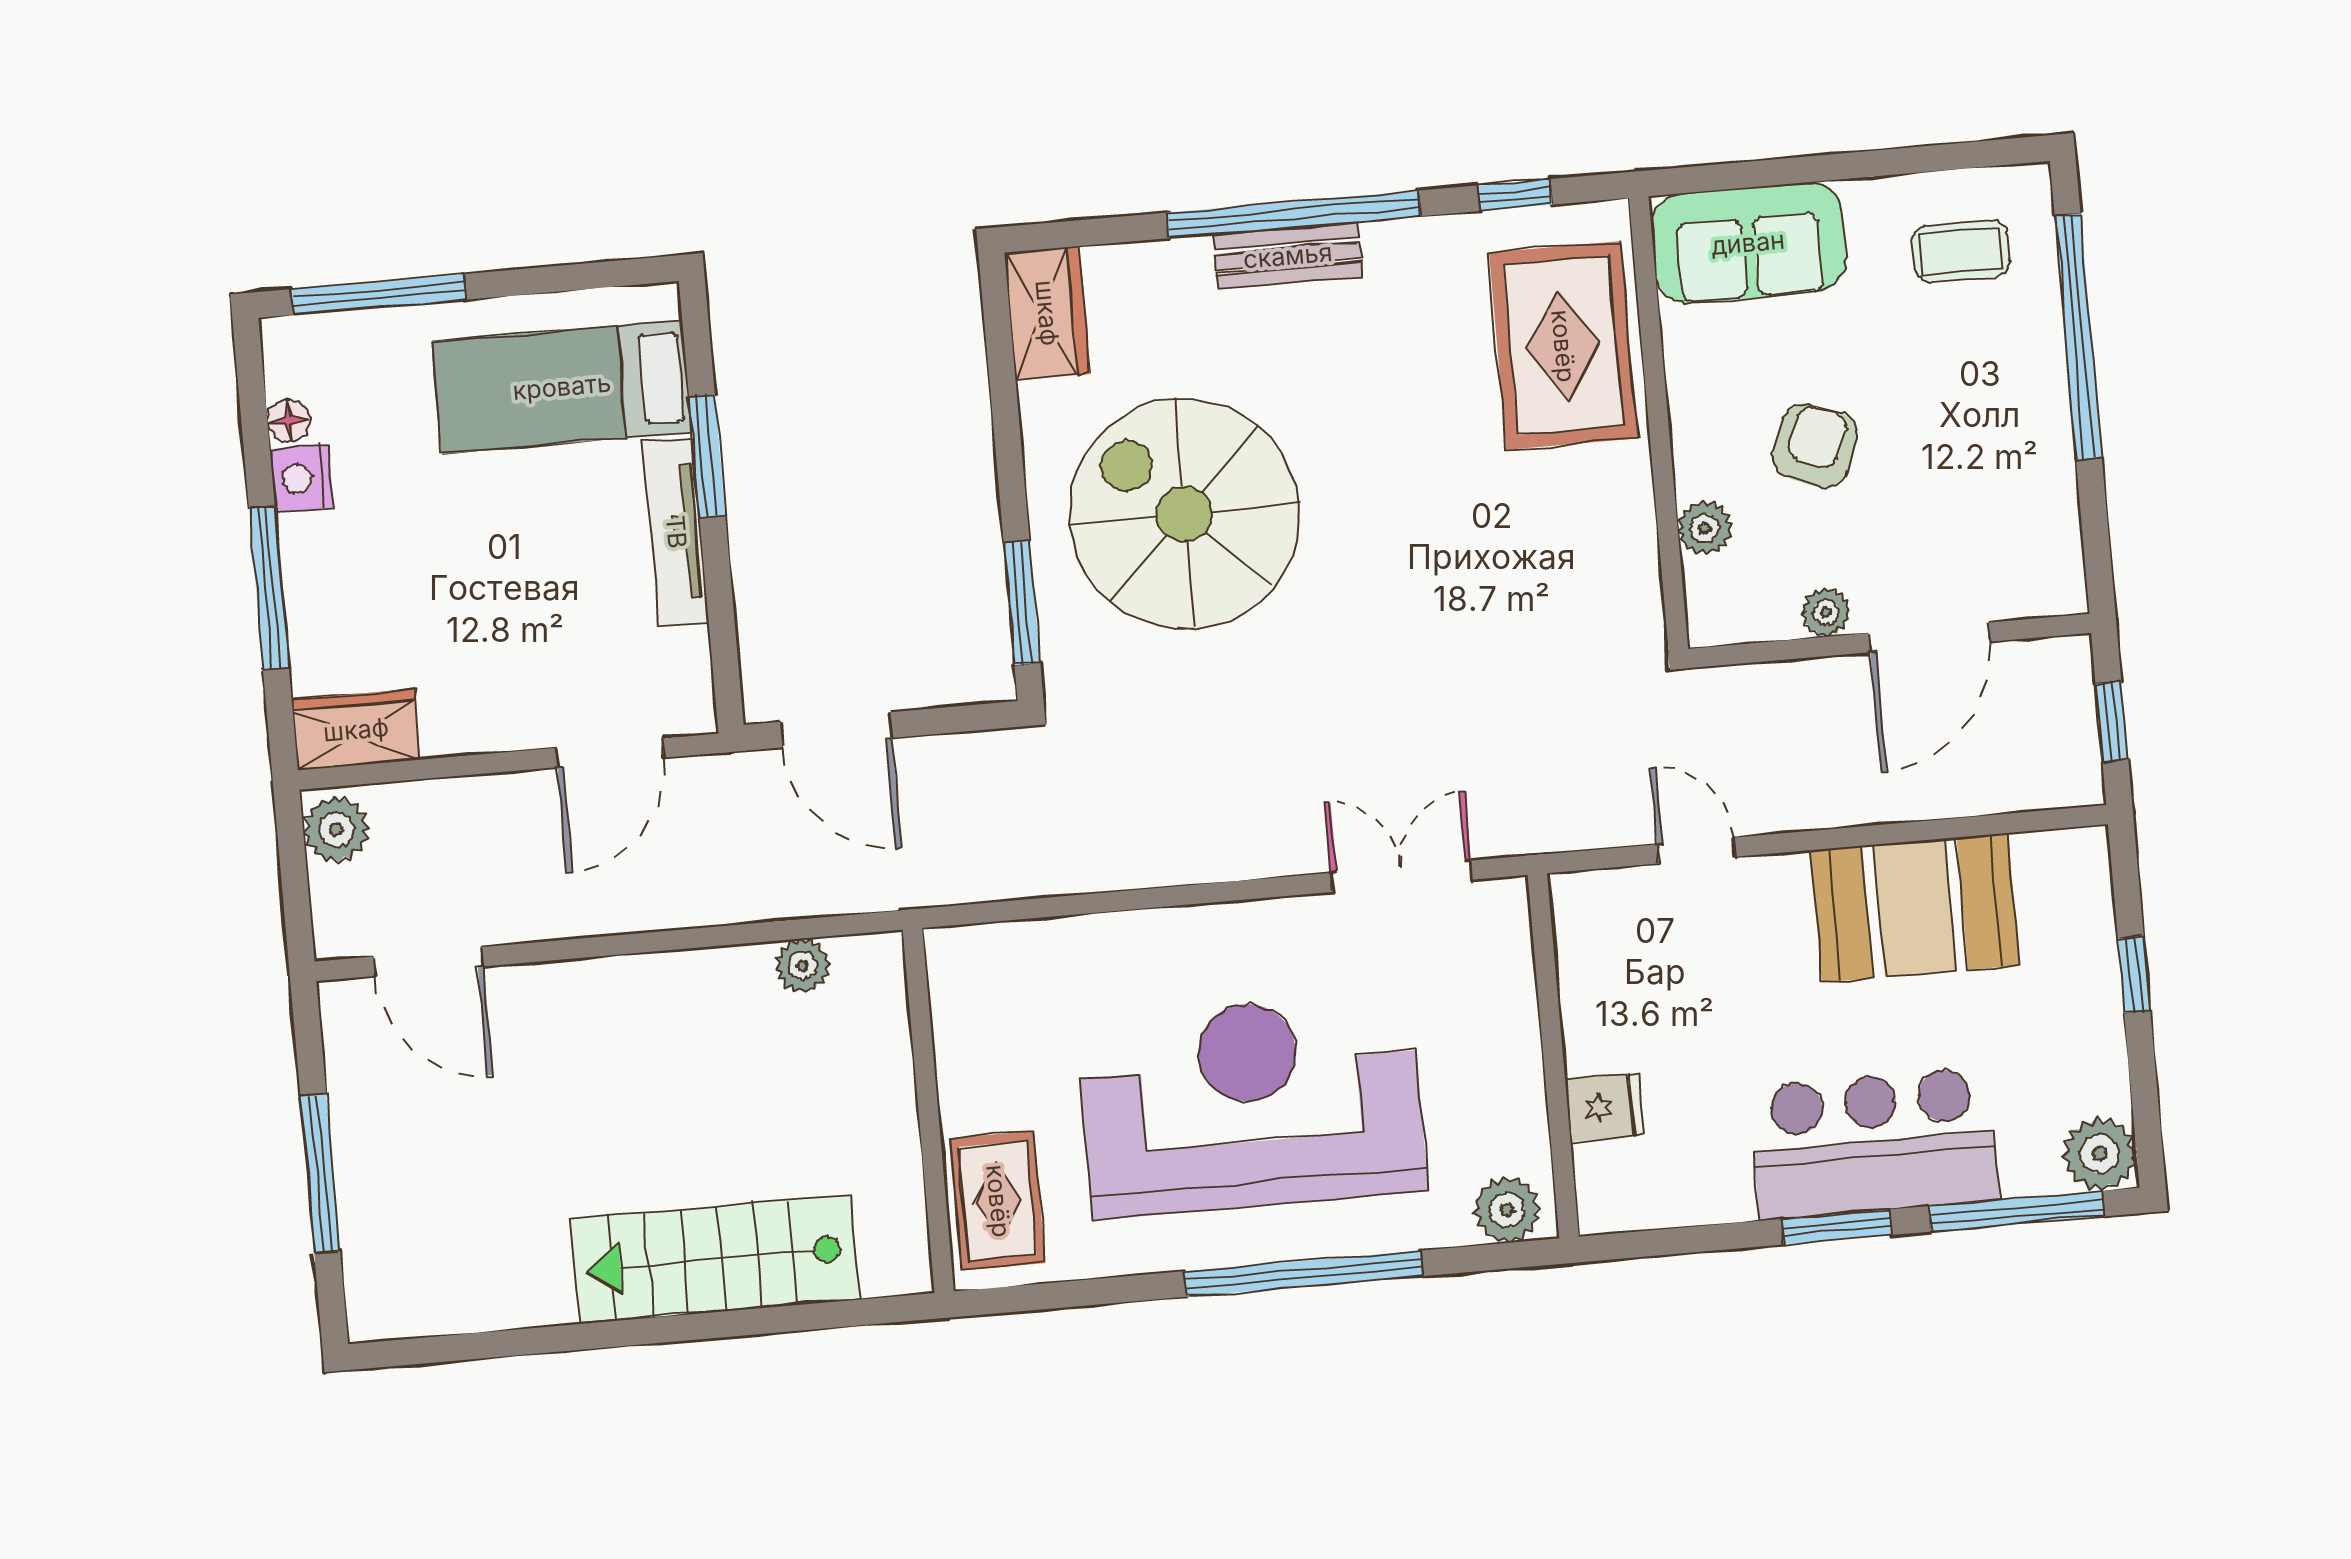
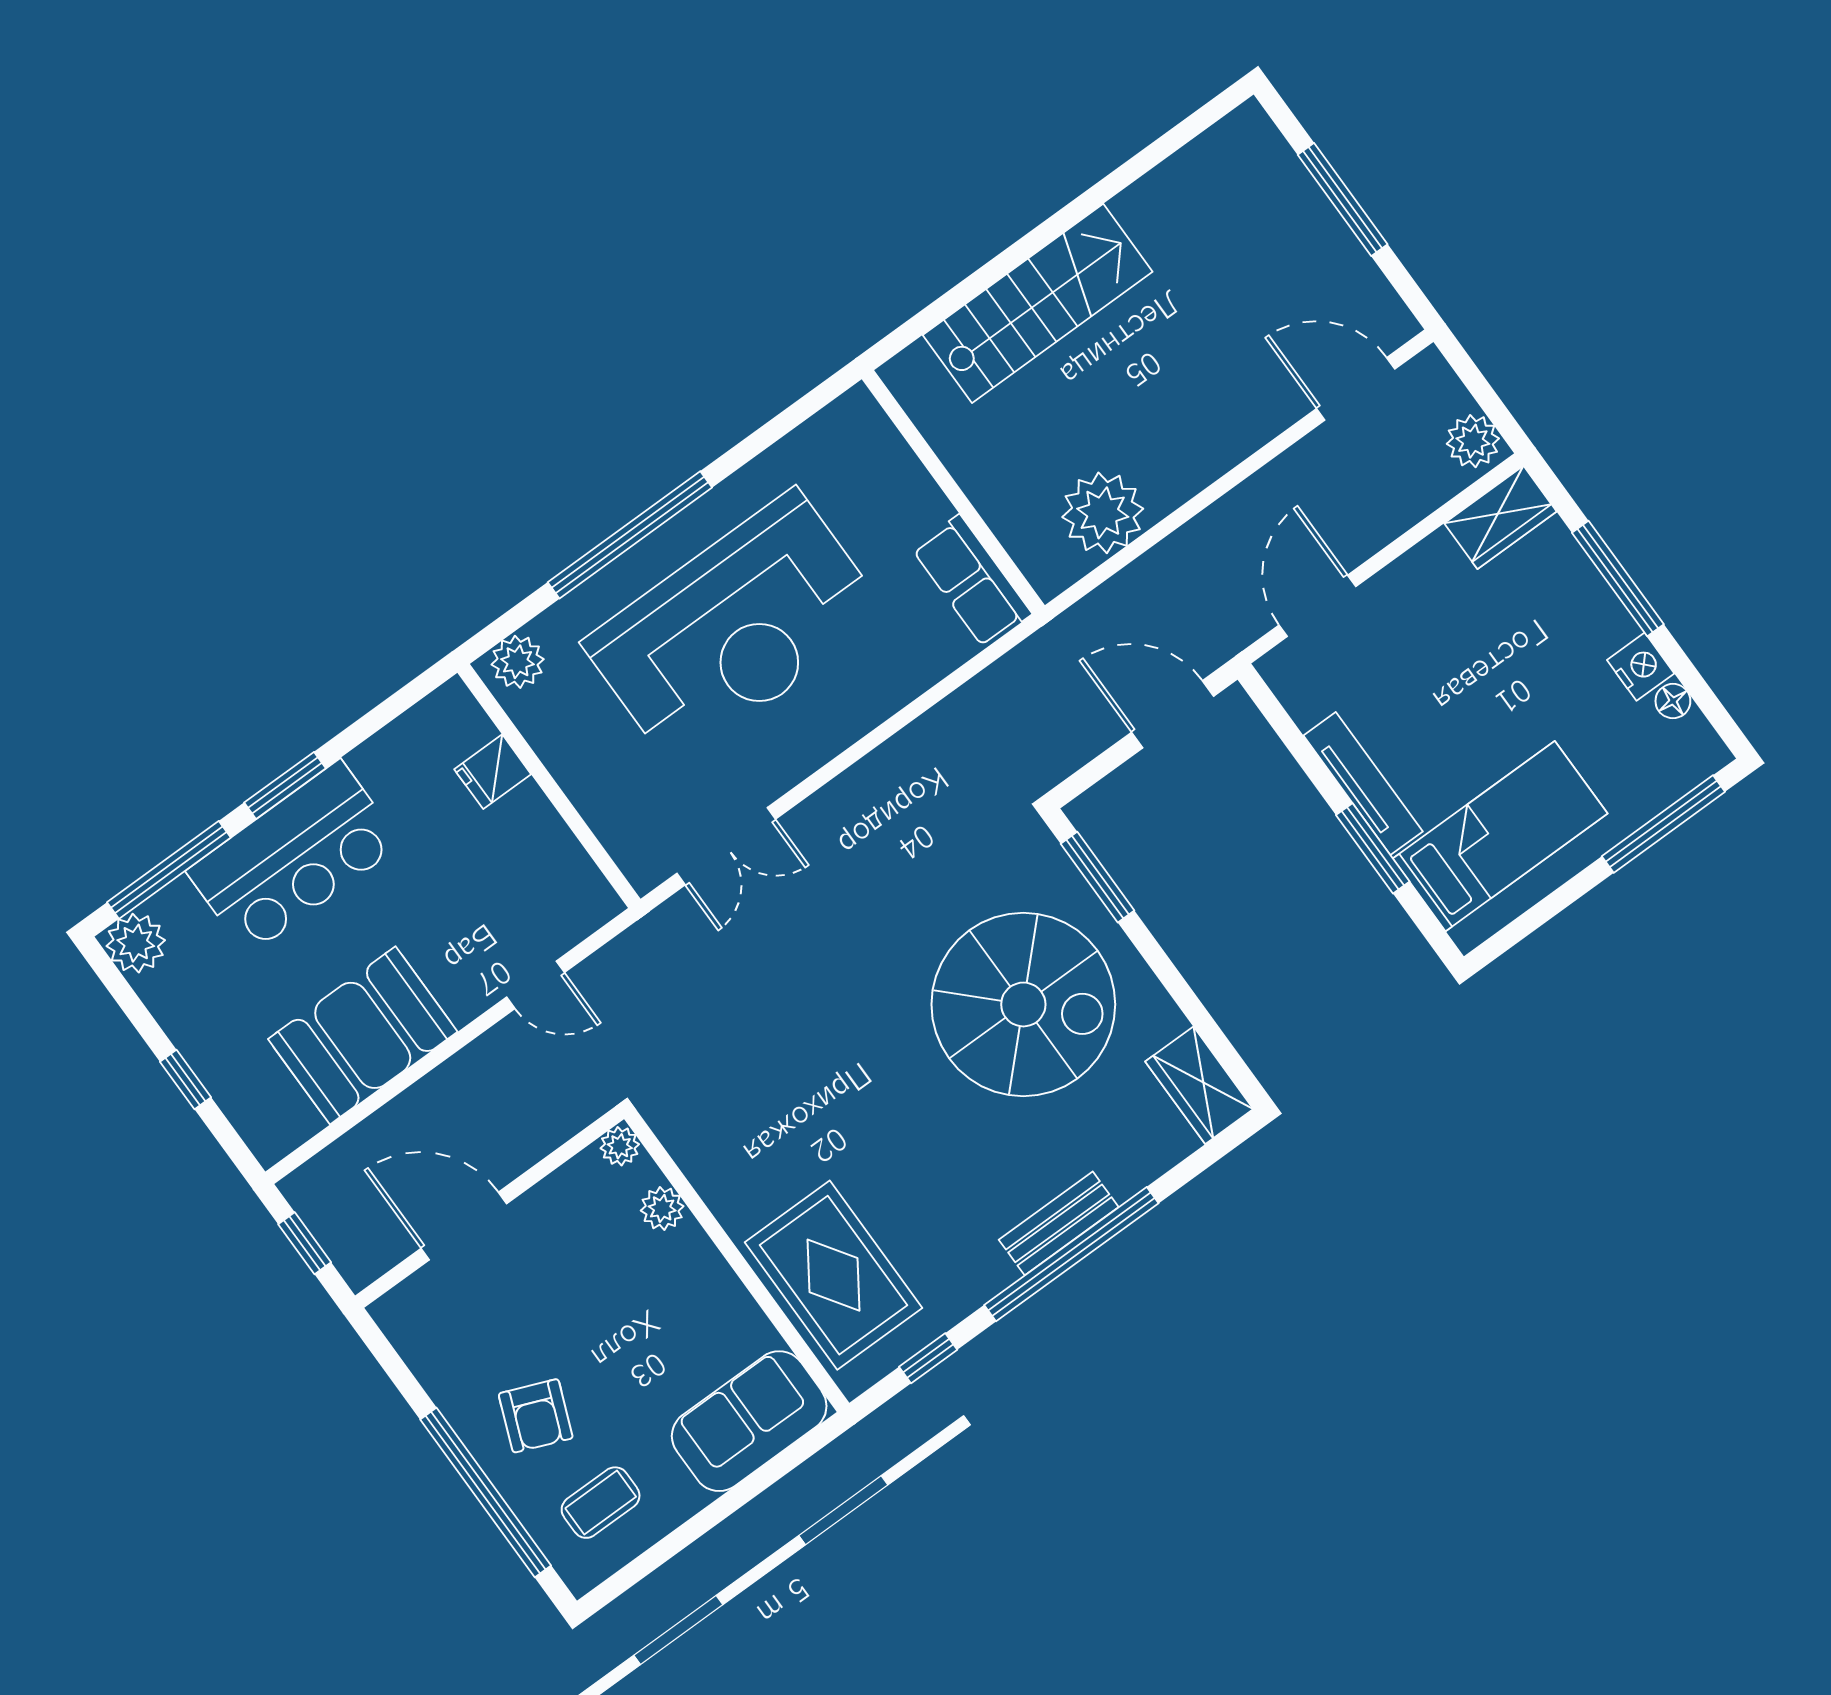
armchair: (1815, 446) -> (536, 1416), moved
plant: (1826, 612) -> (620, 1146), moved
door: (1929, 637) -> (464, 1226), hinge flipped
plant: (803, 966) -> (1103, 513), width x1.87, depth x1.87
row of seats: (966, 1003) -> (972, 581), added
rug: (998, 1201) -> (869, 459), removed

